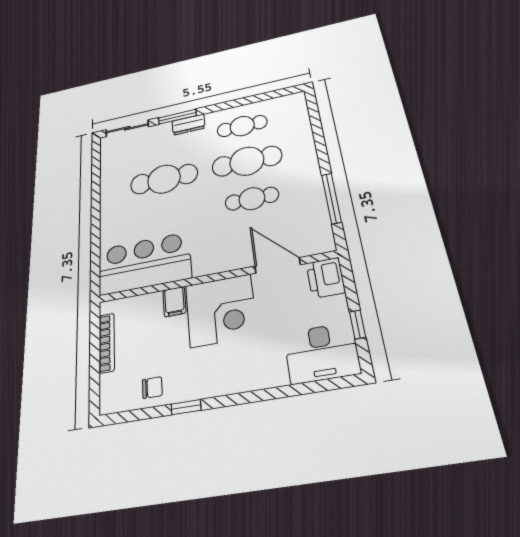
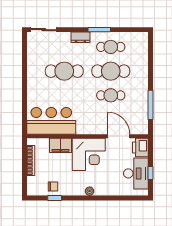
window: (177, 117) -> (99, 30), moved
filing cabinet: (174, 302) -> (61, 145), width x2.00
desk: (322, 353) -> (136, 173), moved, turned -90
plant: (230, 385) -> (90, 191), added
window: (186, 407) -> (55, 198), moved

